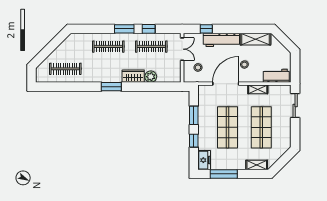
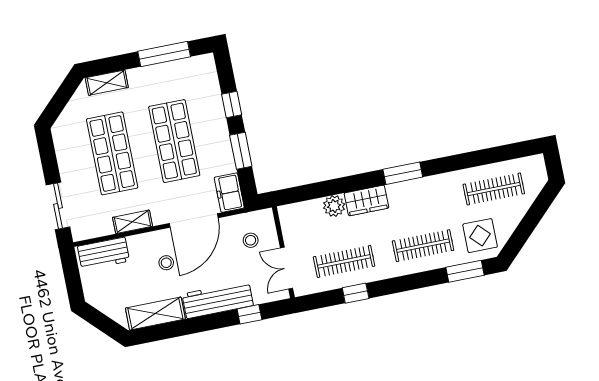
window: (124, 29) -> (465, 271), moved
display table: (77, 46) -> (480, 236), added
freezer: (204, 160) -> (229, 193), moved

